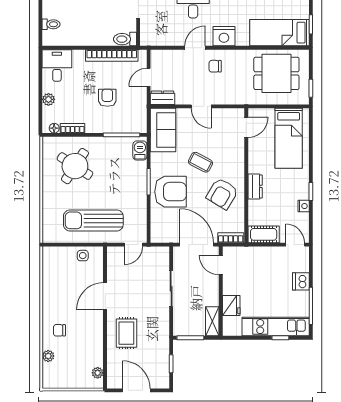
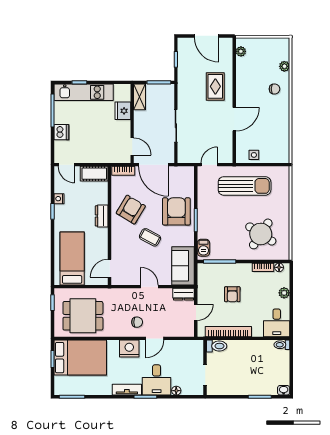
toilet: (51, 24) -> (282, 345), moved
bed: (279, 33) -> (80, 358), width x1.50
armchair: (171, 192) -> (176, 211), turned 90

